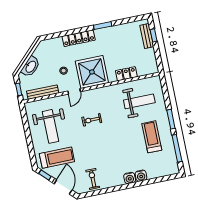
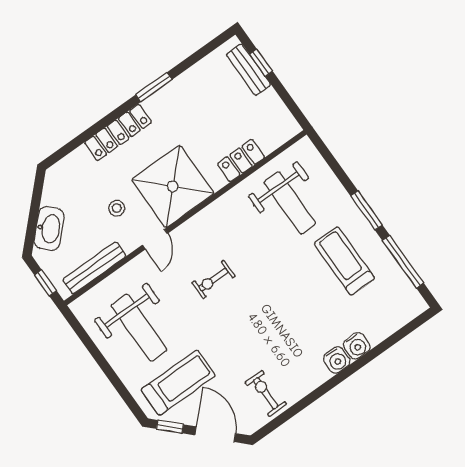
weight bench: (139, 101) -> (290, 203), turned 90

